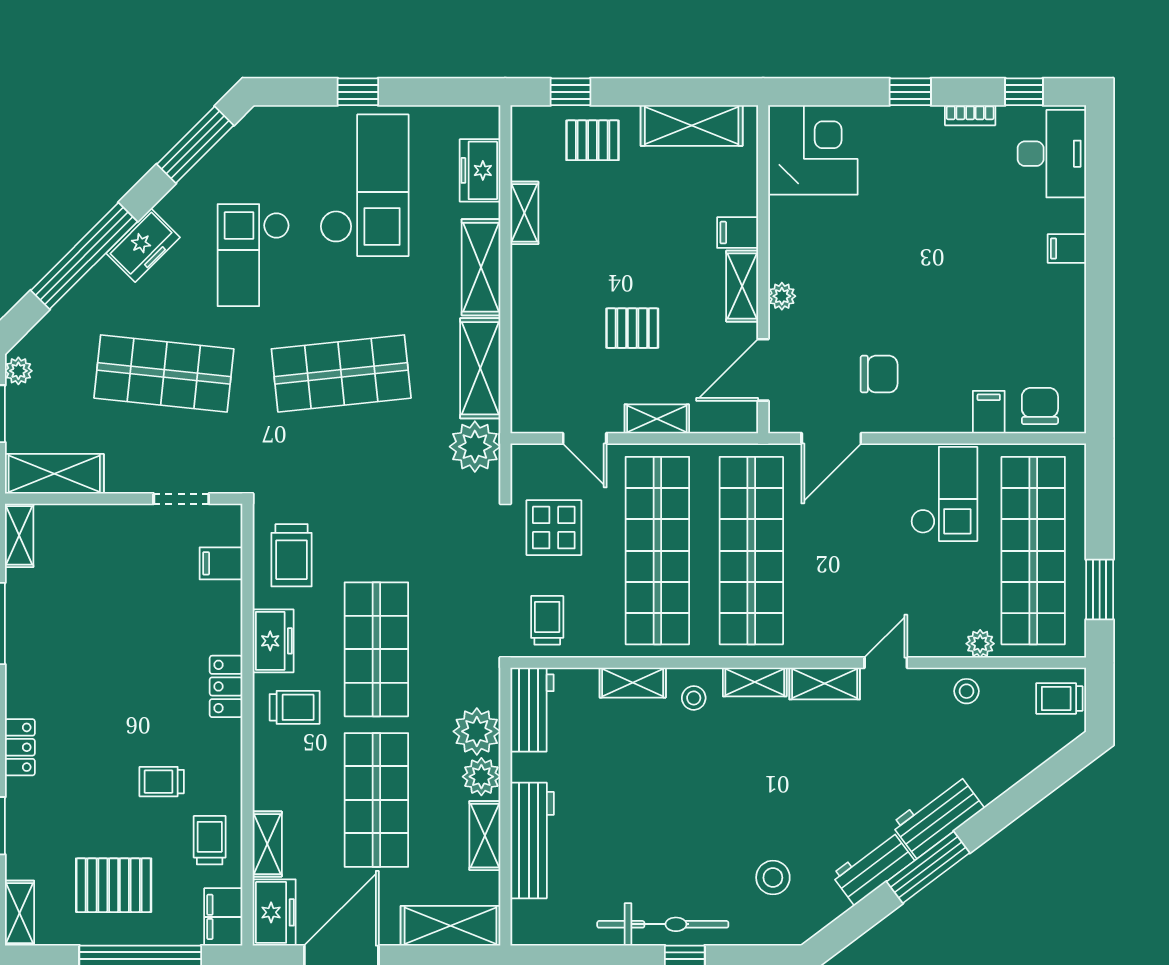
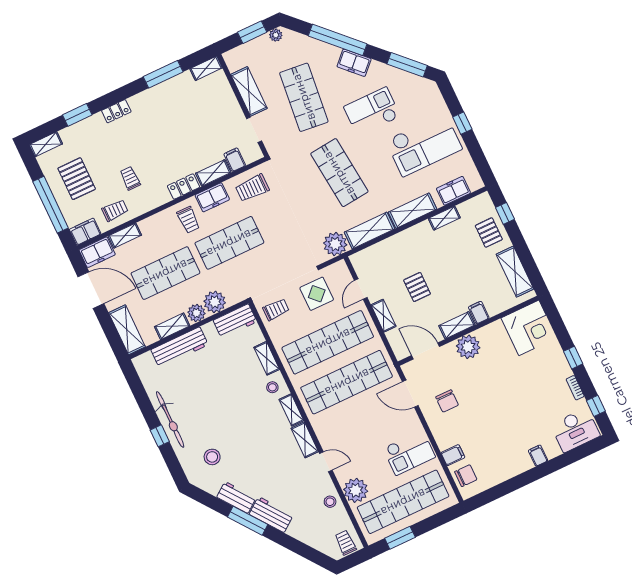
plant: (782, 296) -> (468, 347), width x1.88, depth x1.88
shelving: (54, 474) -> (249, 91), moved
shelving: (227, 617) -> (213, 173), added
plant: (980, 644) -> (356, 490), width x1.87, depth x1.87

